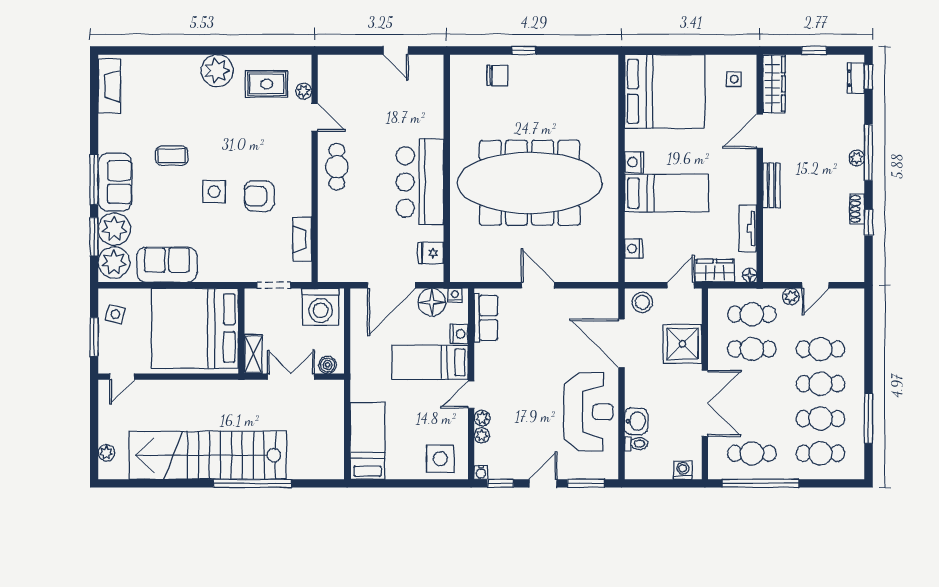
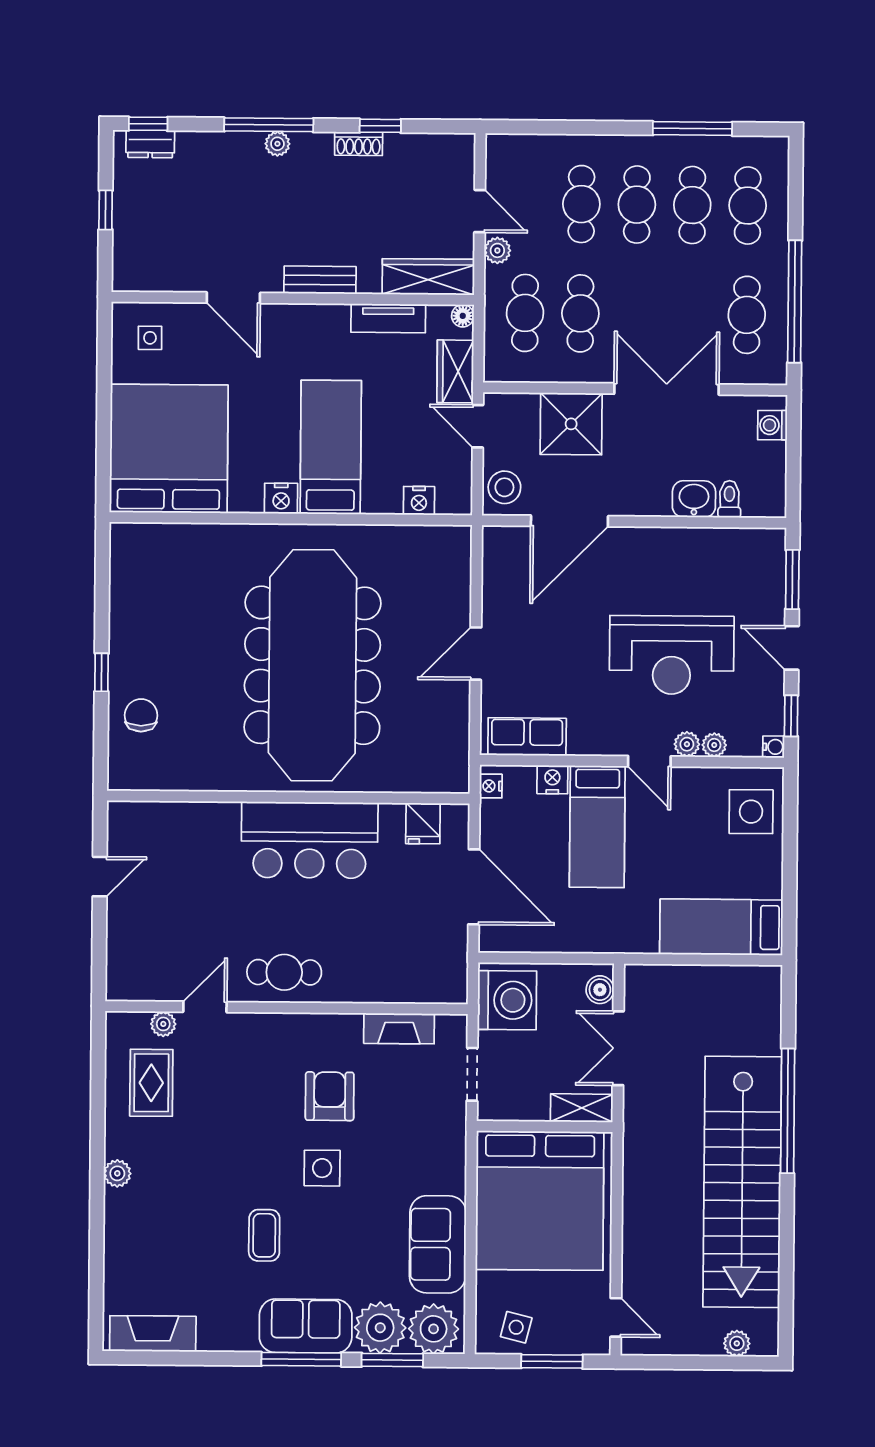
plant: (217, 71) -> (117, 1173), width x0.53, depth x0.53
wardrobe: (774, 84) -> (428, 277), moved
armchair: (259, 196) -> (330, 1096), turned 180
floor lamp: (432, 302) -> (501, 823), removed
reception desk: (589, 412) -> (672, 655), moved, turned 180

